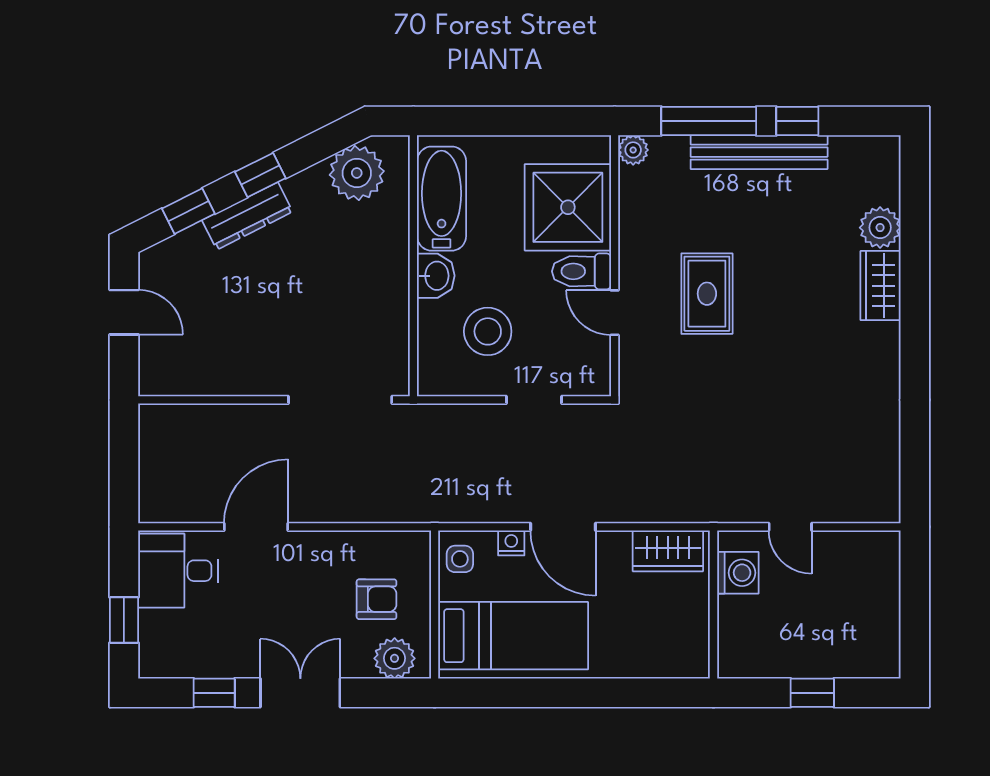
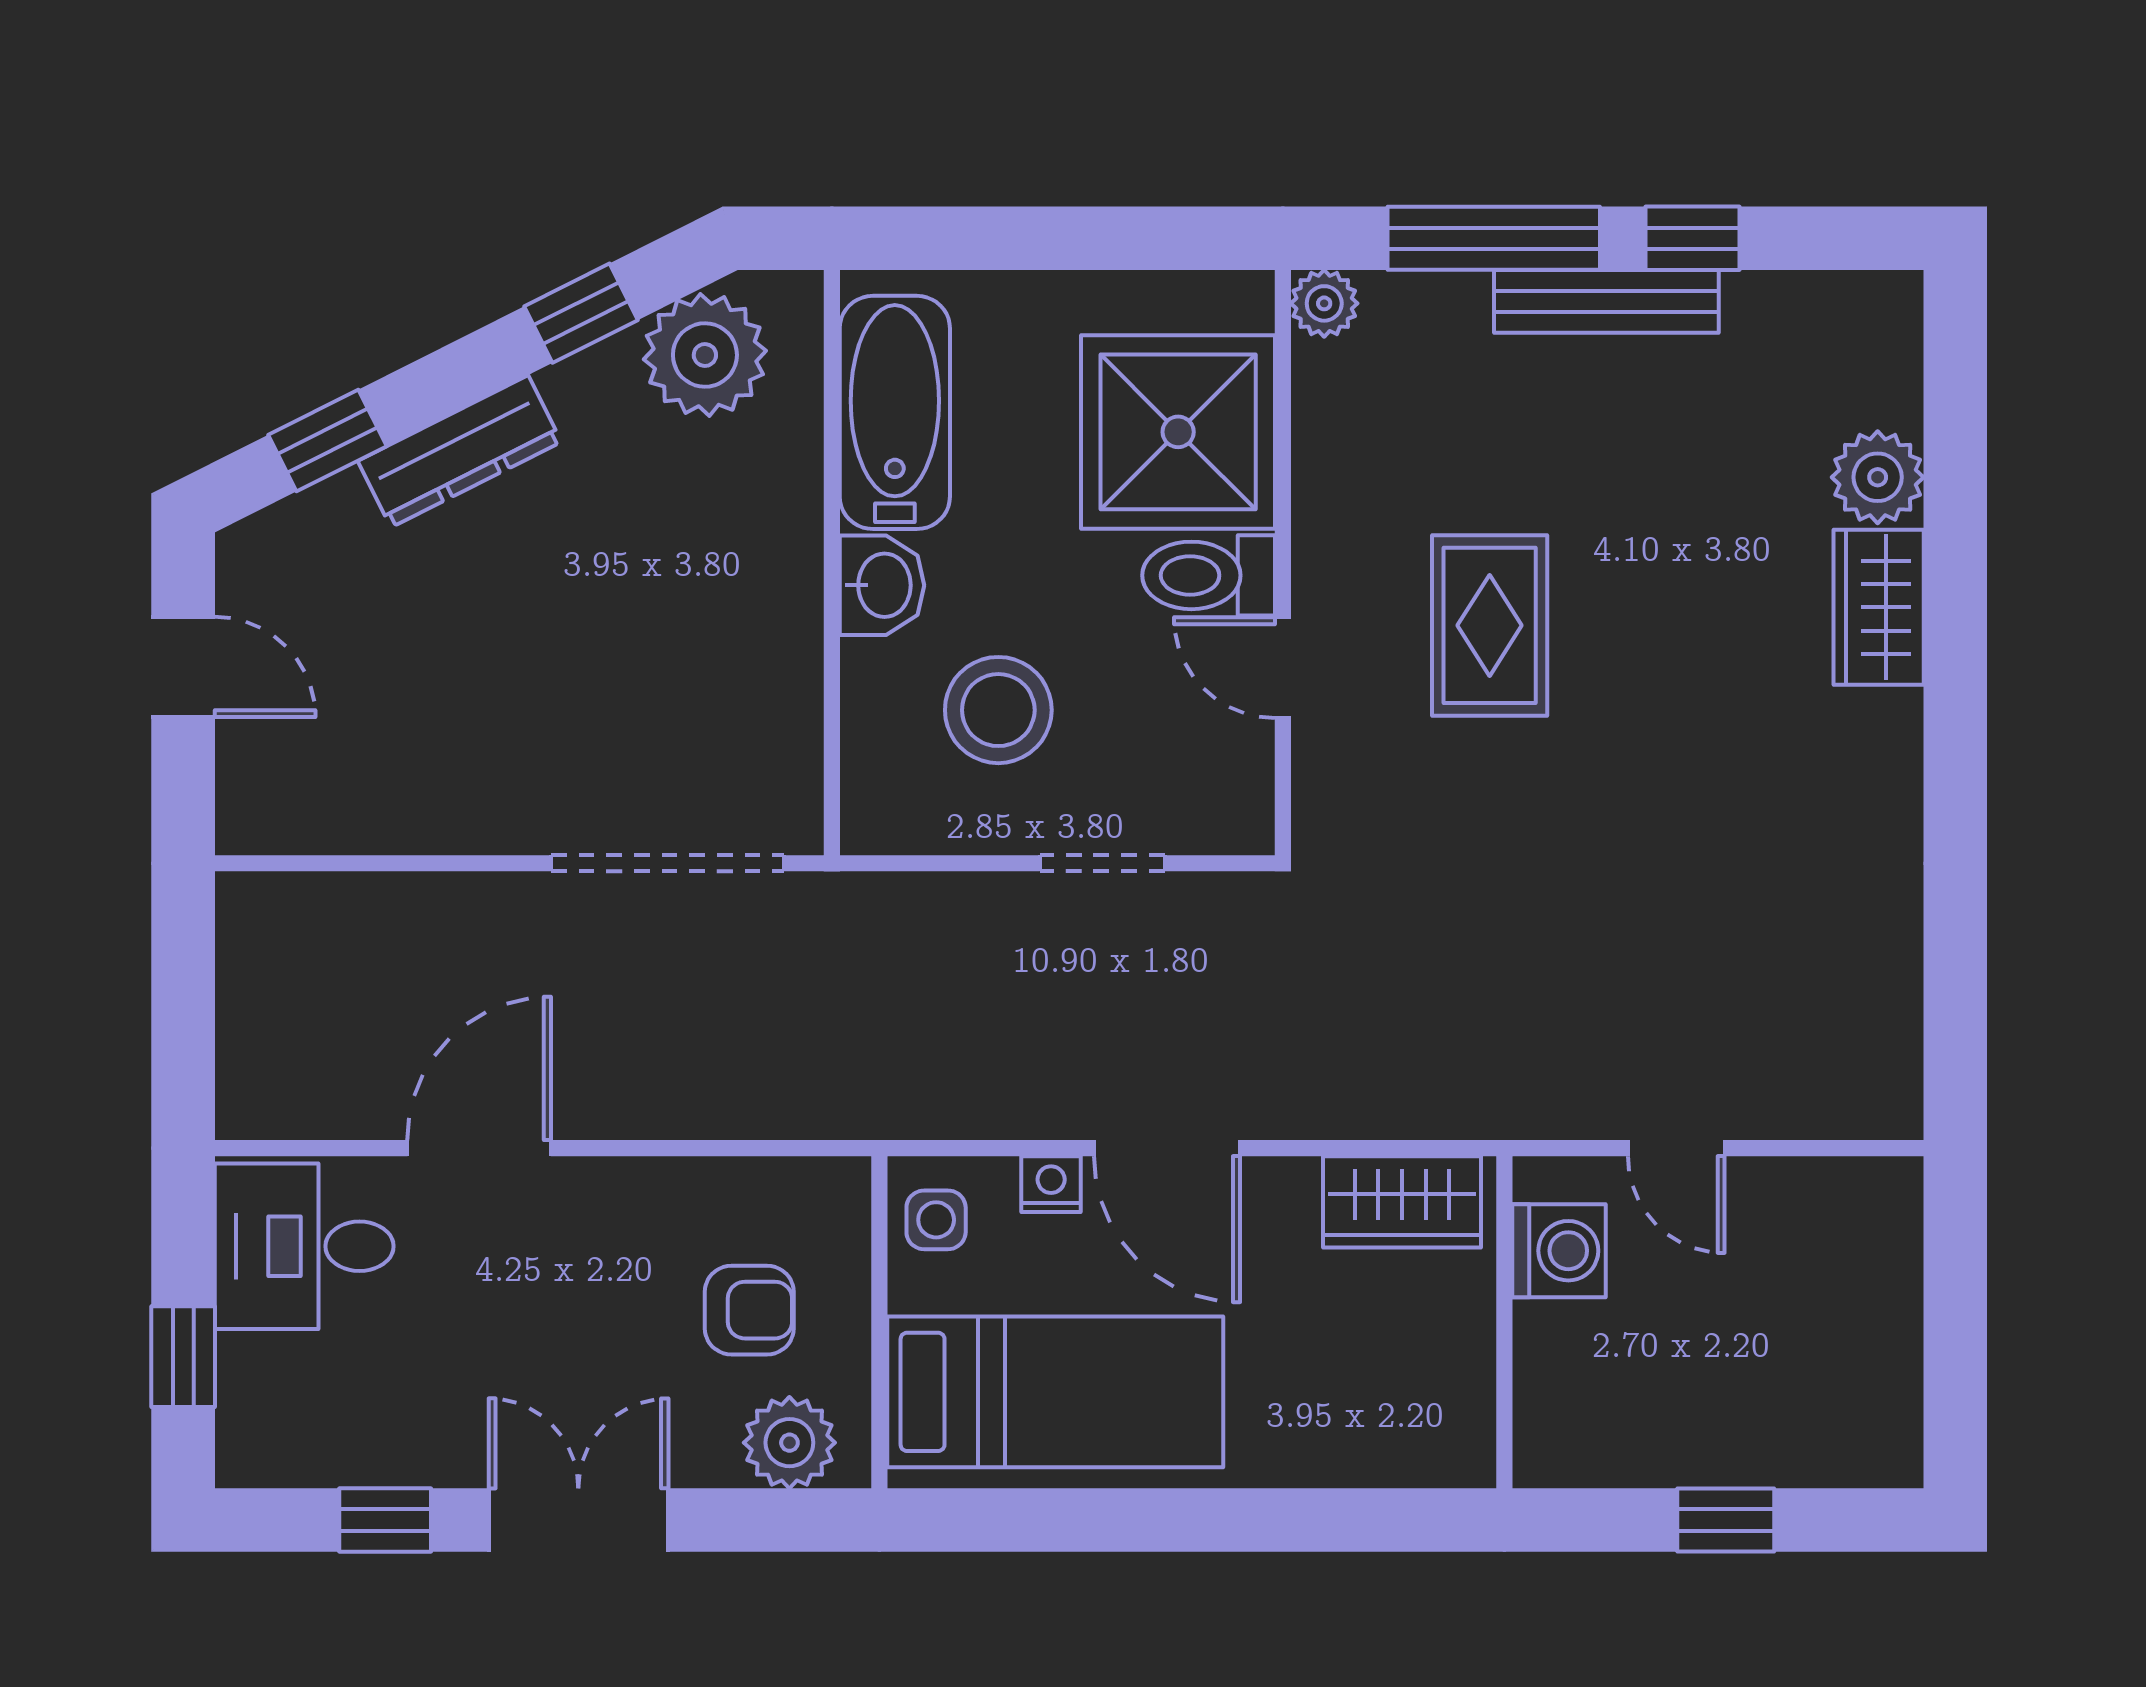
bench: (759, 152) -> (1606, 301), width x0.73, depth x0.82
window: (260, 175) -> (581, 313), moved

